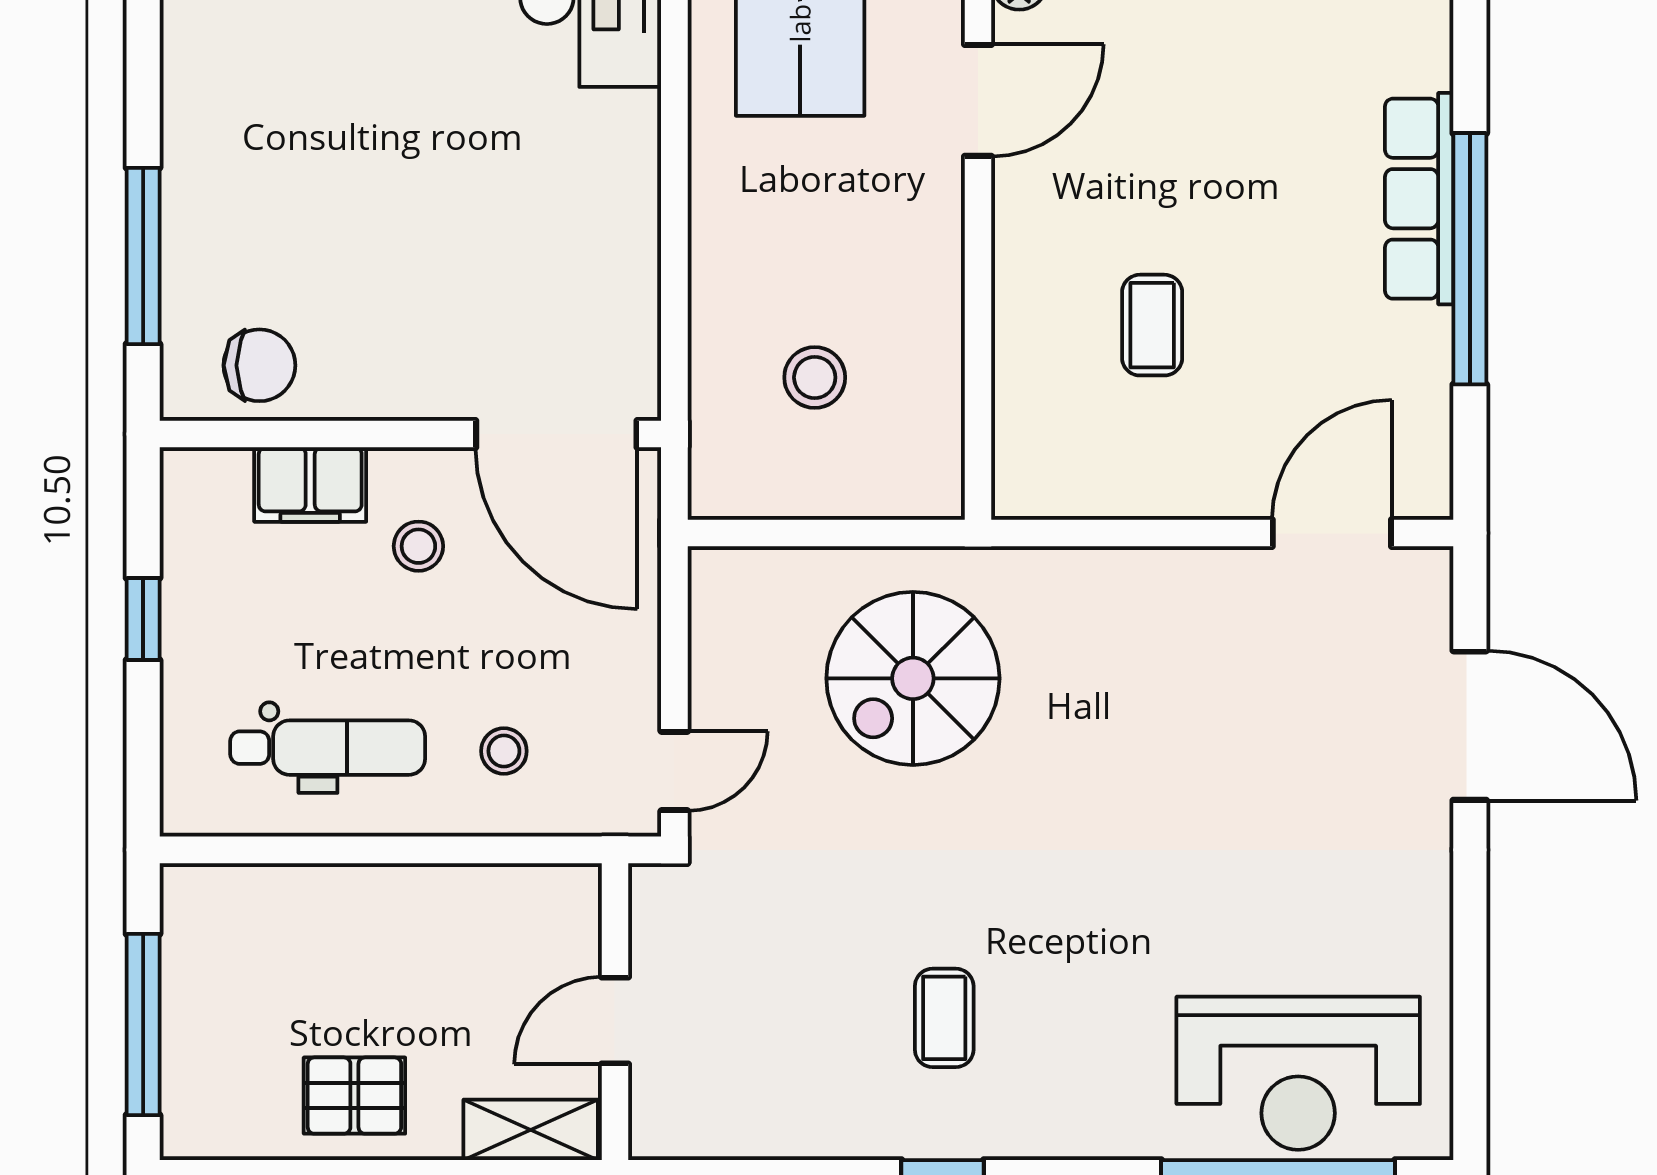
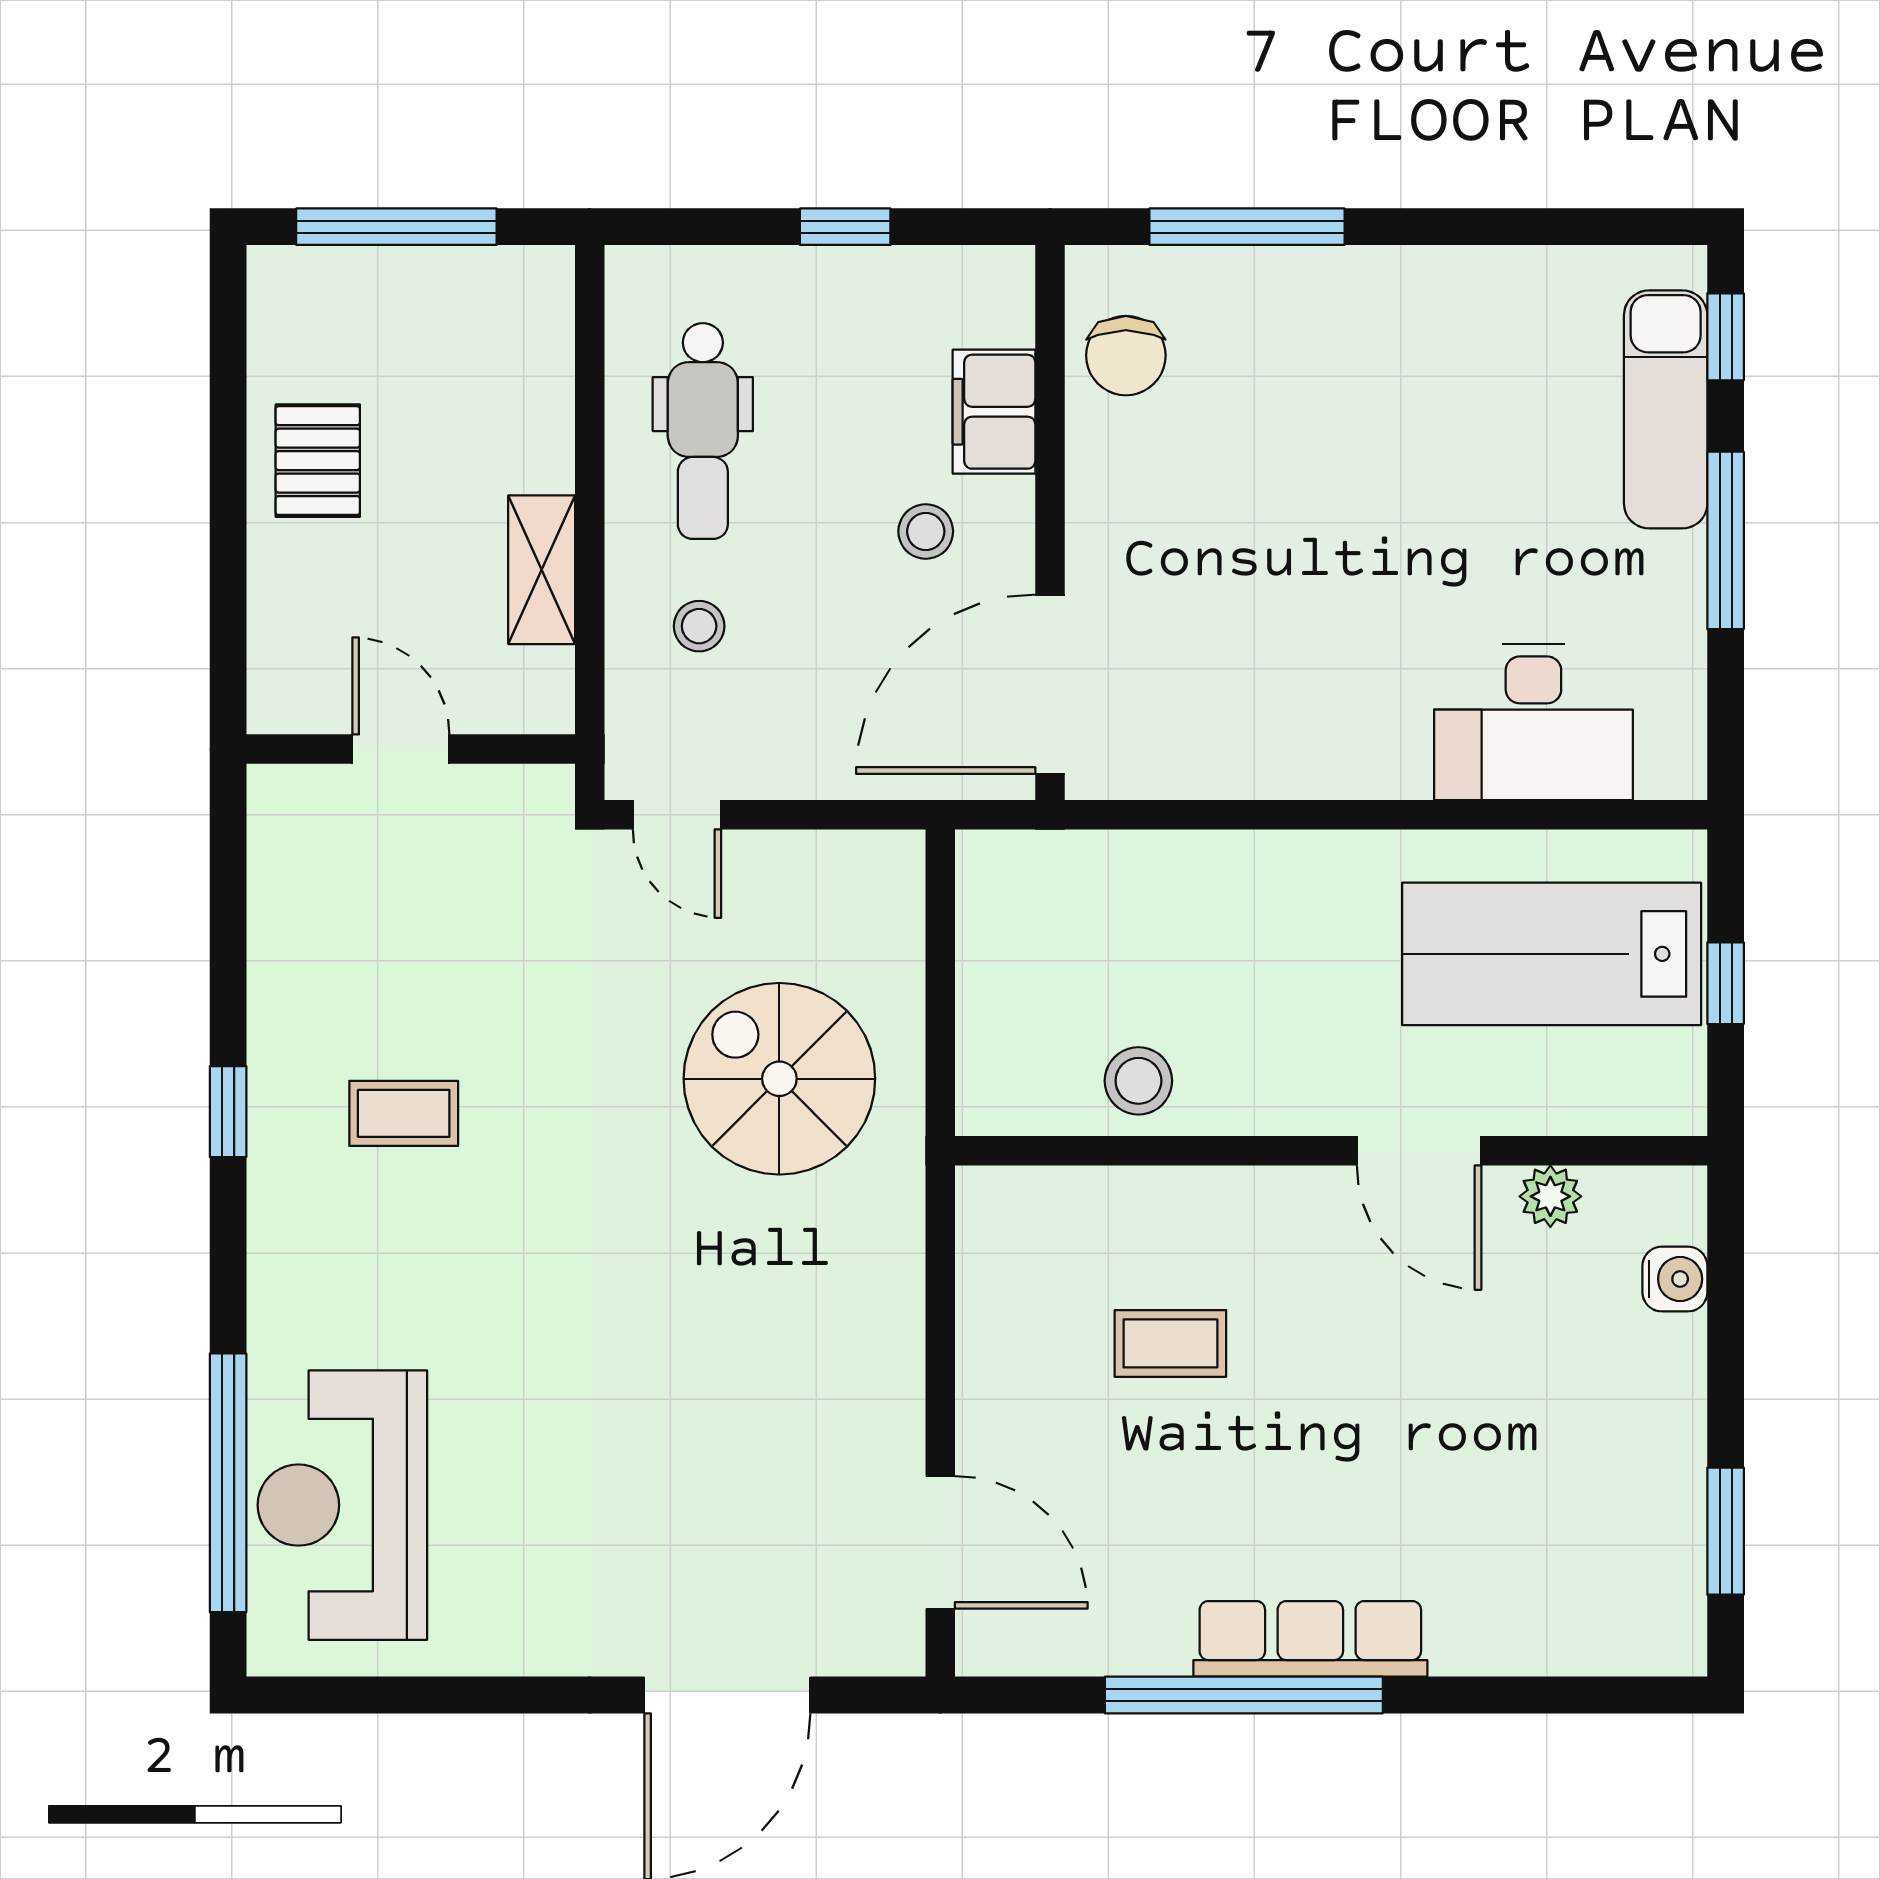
stool: (815, 377) -> (1138, 1081), moved
shelving: (531, 1130) -> (542, 570), moved

